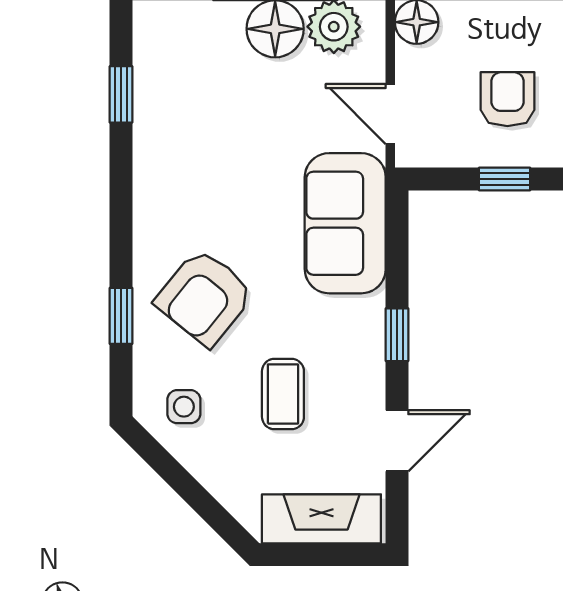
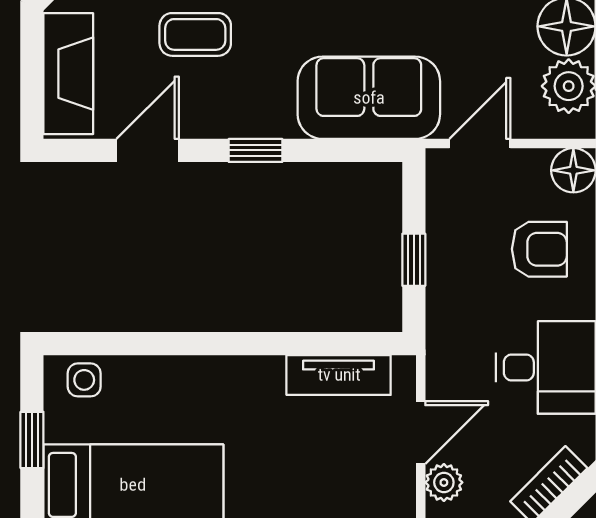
armchair: (507, 99) -> (539, 249), moved
door: (397, 441) -> (148, 150), swing flipped

